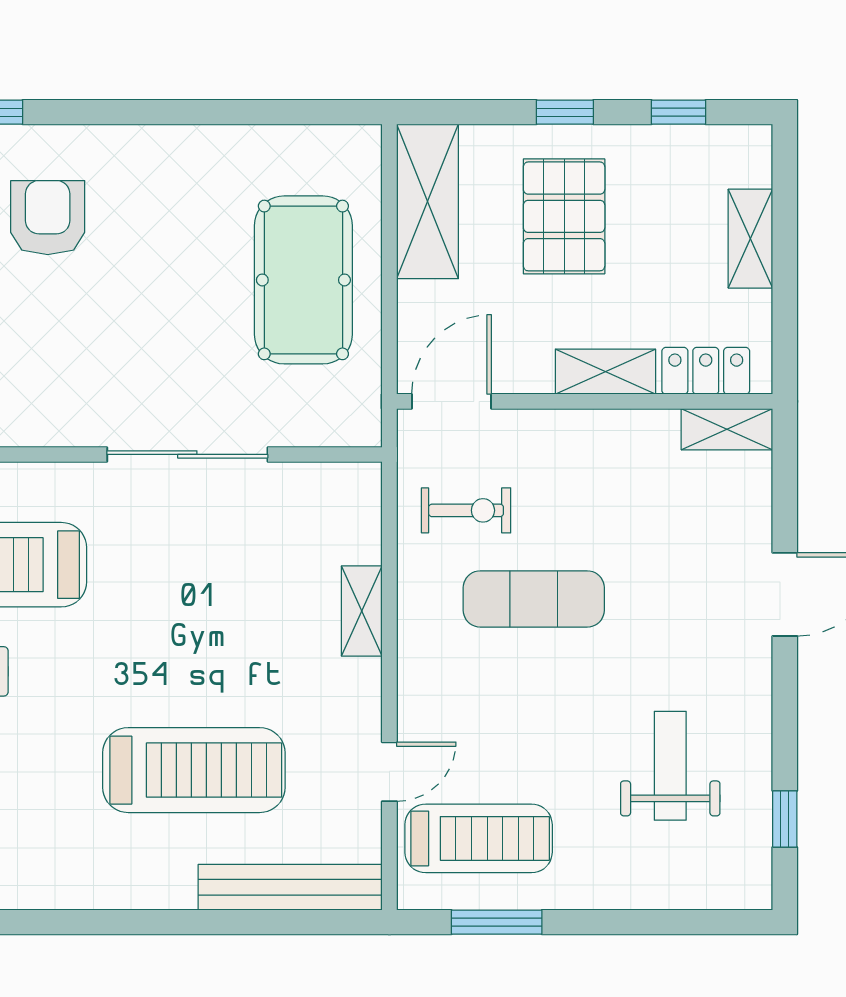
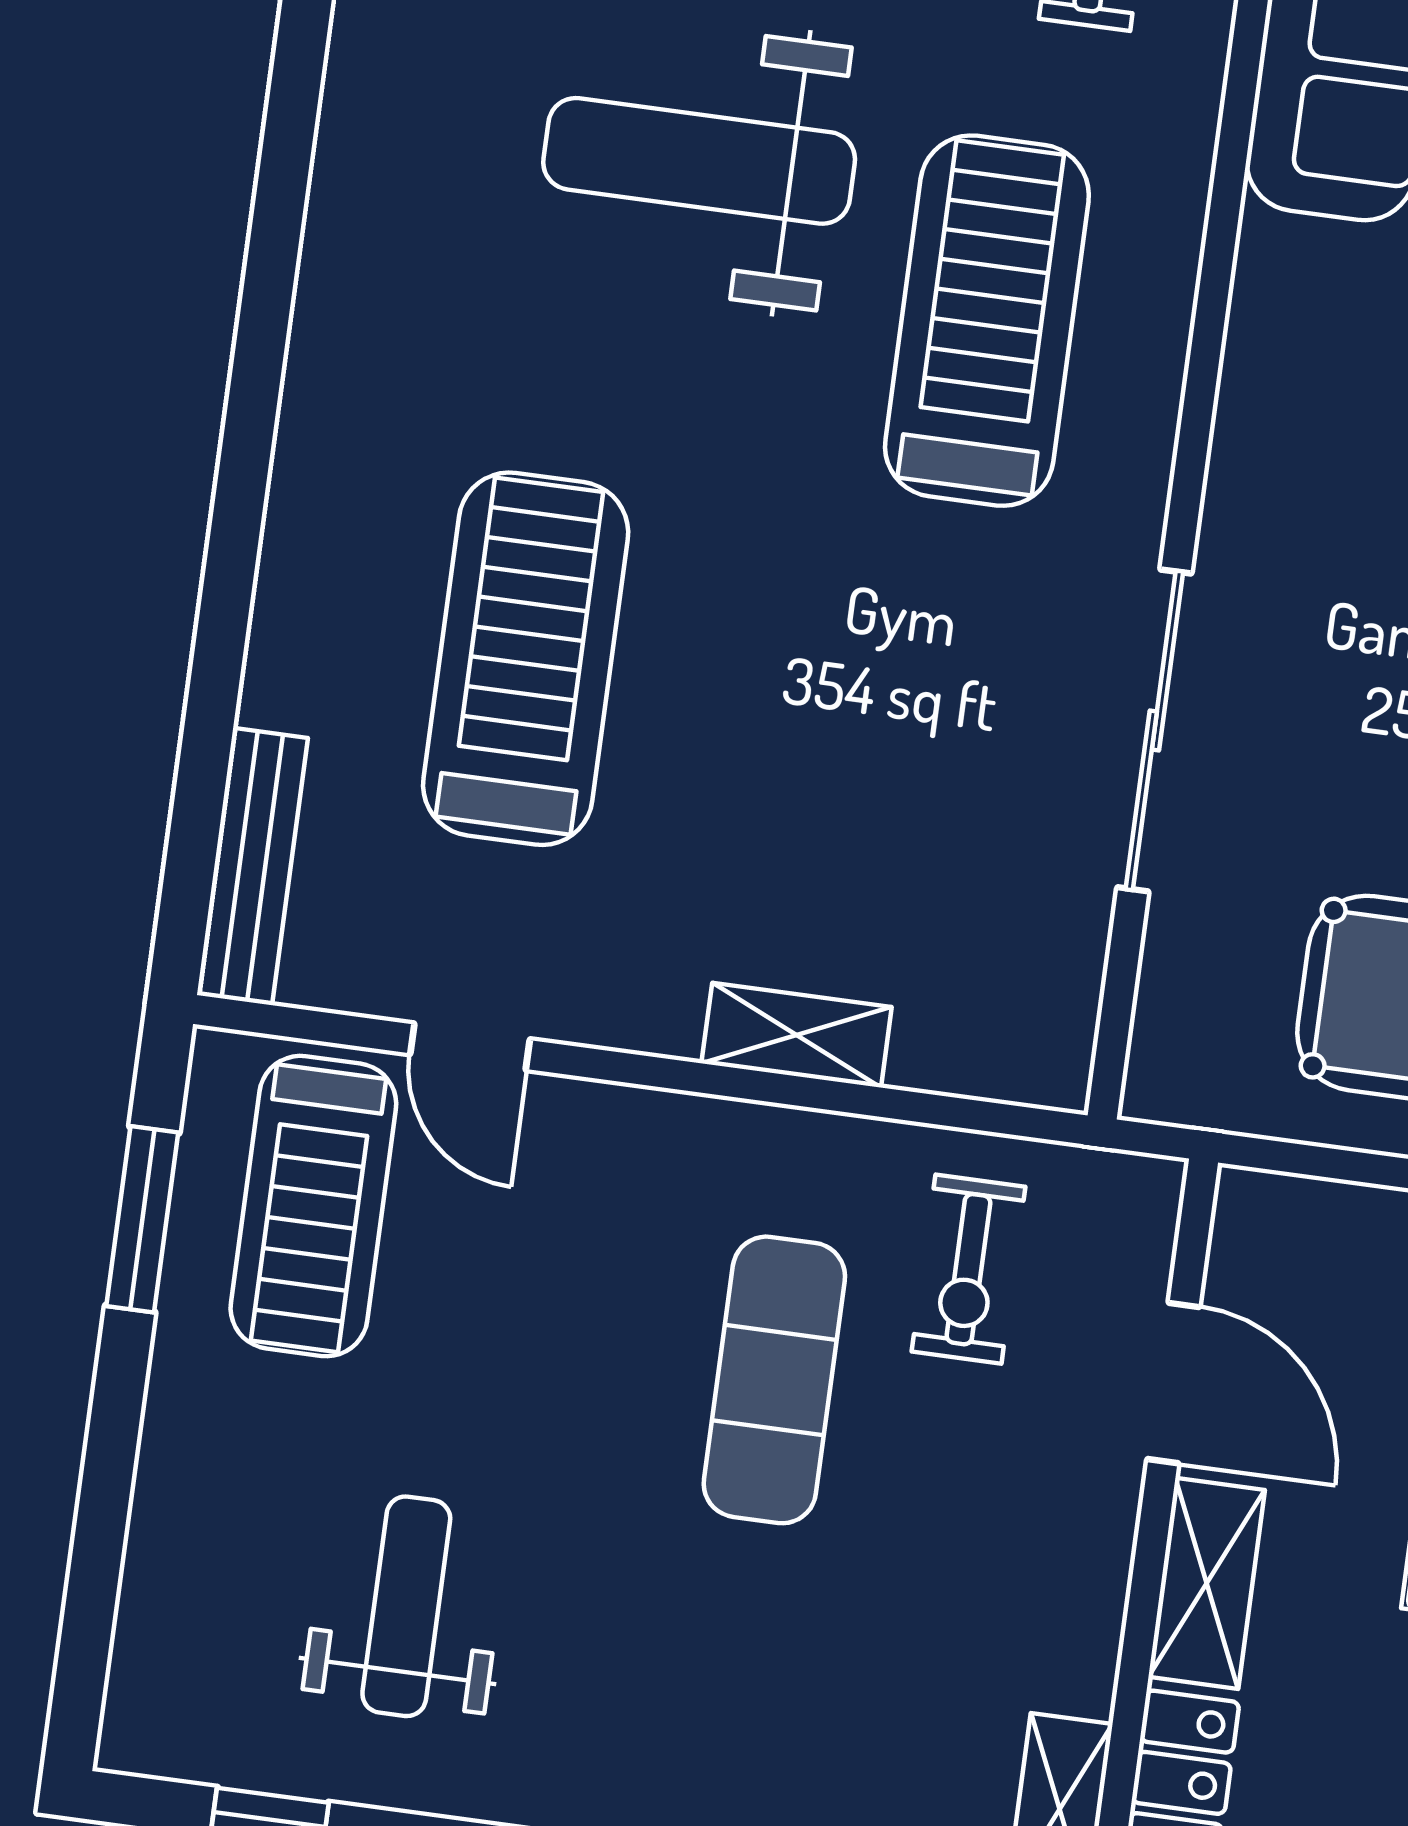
door: (451, 401) -> (1173, 1383), moved
weight bench: (670, 766) -> (406, 1606), turned -90
treadmill: (194, 770) -> (526, 659), turned 180
bench: (290, 887) -> (252, 866), width x0.73, depth x0.82

